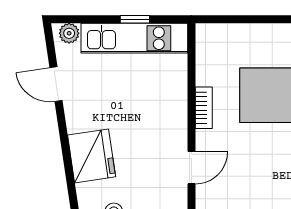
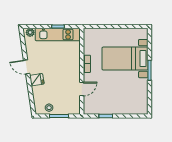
door: (56, 84) -> (27, 67), moved
fridge: (92, 156) -> (37, 80), width x0.53, depth x0.75

